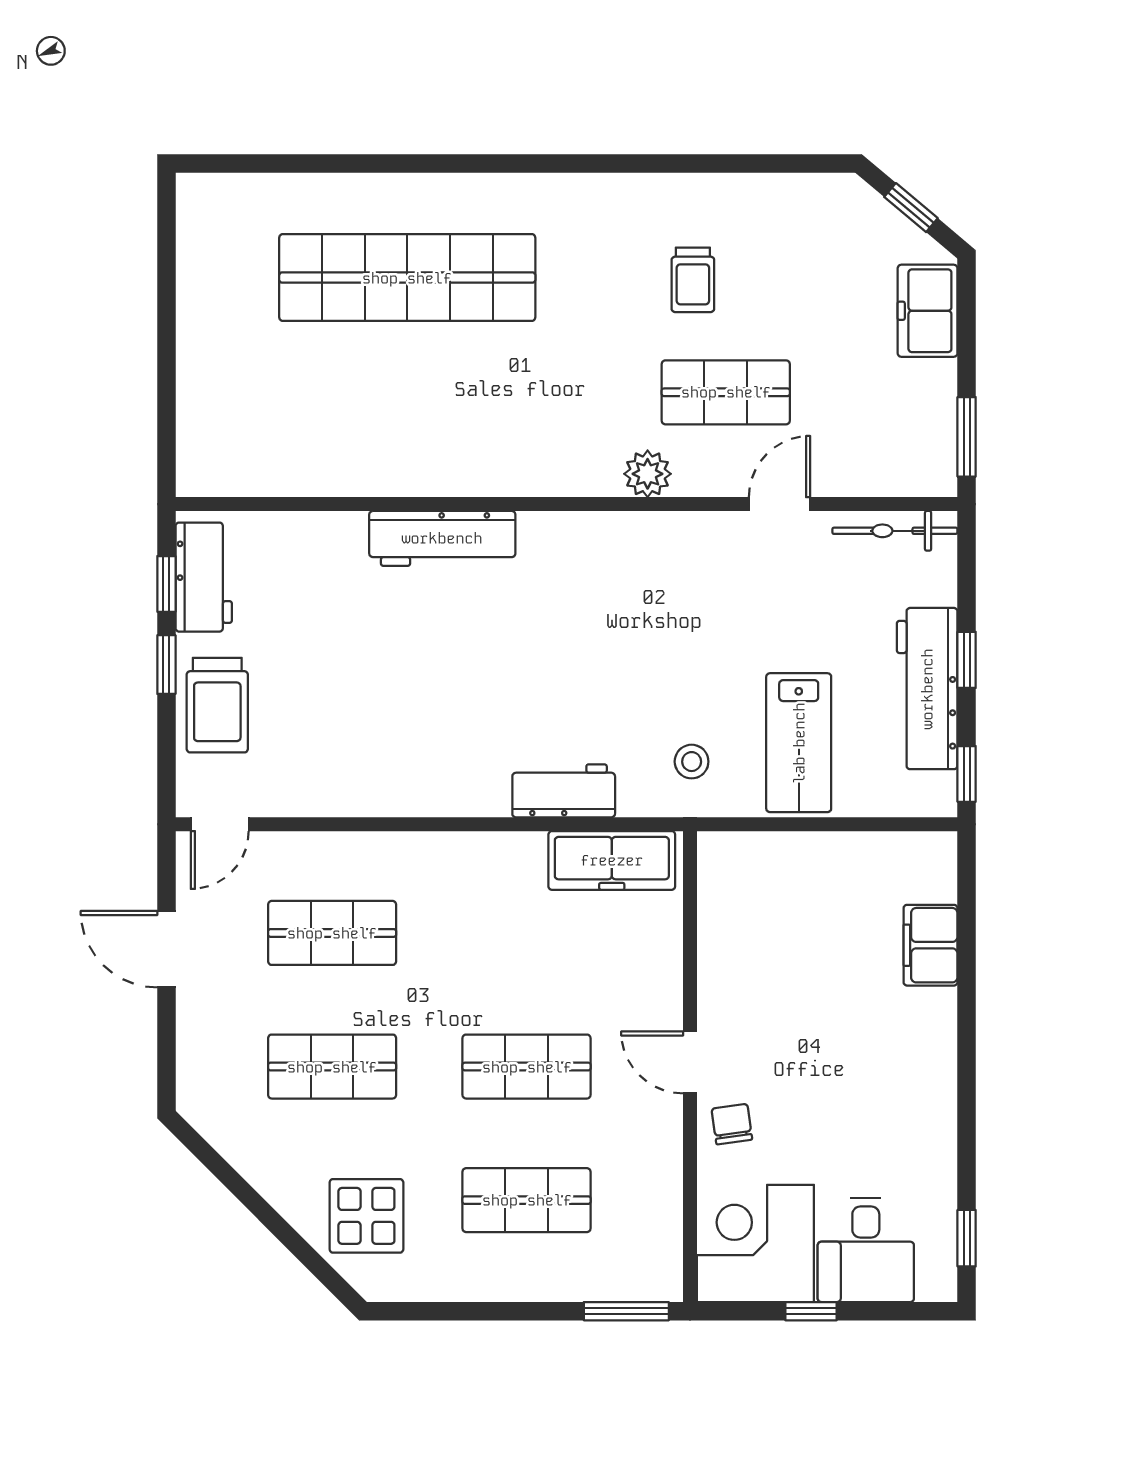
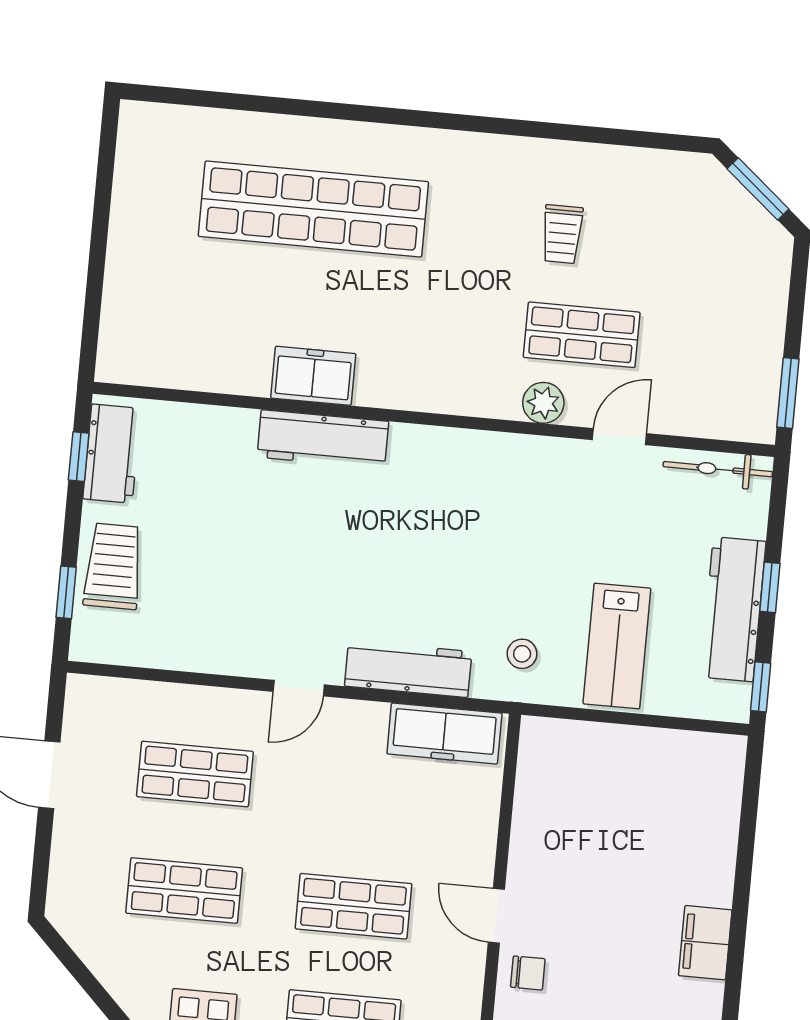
window: (911, 208) -> (758, 189), width x1.50
freezer: (928, 311) -> (313, 376), moved, turned 90
plant: (648, 474) -> (543, 403), moved
window: (166, 665) -> (66, 592), moved
trolley: (217, 705) -> (113, 566), turned 180
workbench: (564, 791) -> (408, 669), width x1.38
door: (220, 824) -> (299, 688), moved
filing cabinet: (930, 945) -> (705, 943), moved
chair: (732, 1124) -> (528, 973), turned 98

